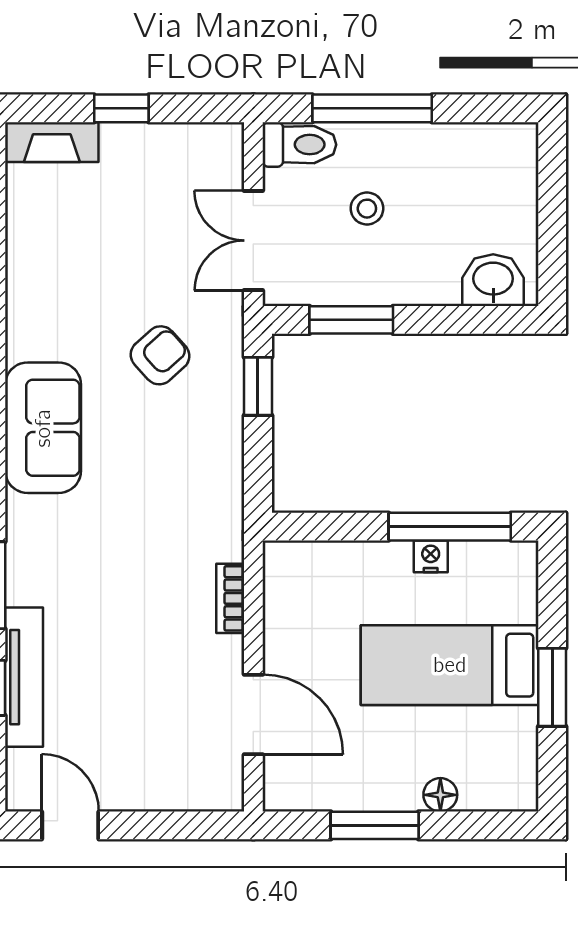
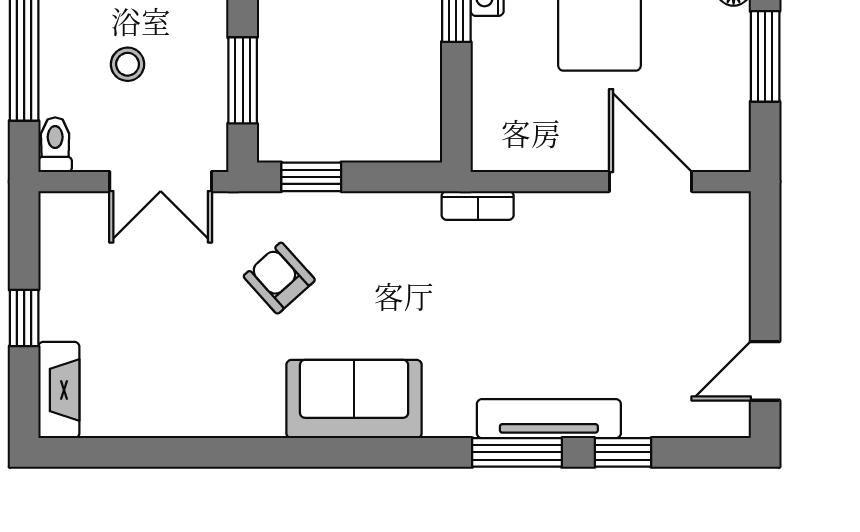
toilet: (299, 145) -> (55, 145), width x0.73, depth x0.72
bookcase: (230, 598) -> (478, 205), moved
tv unit: (24, 677) -> (549, 419), moved
door: (253, 714) -> (650, 182), hinge flipped

